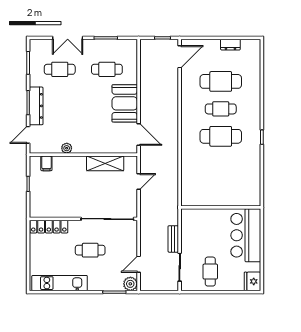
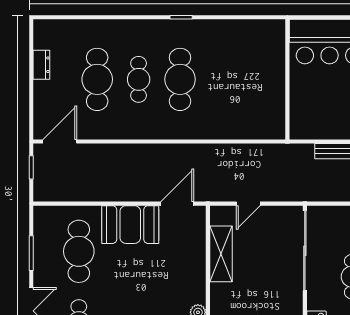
door: (180, 57) -> (60, 141), hinge flipped
cafe table: (107, 69) -> (79, 251), width x1.37, depth x1.35
door: (139, 181) -> (248, 204), swing flipped

